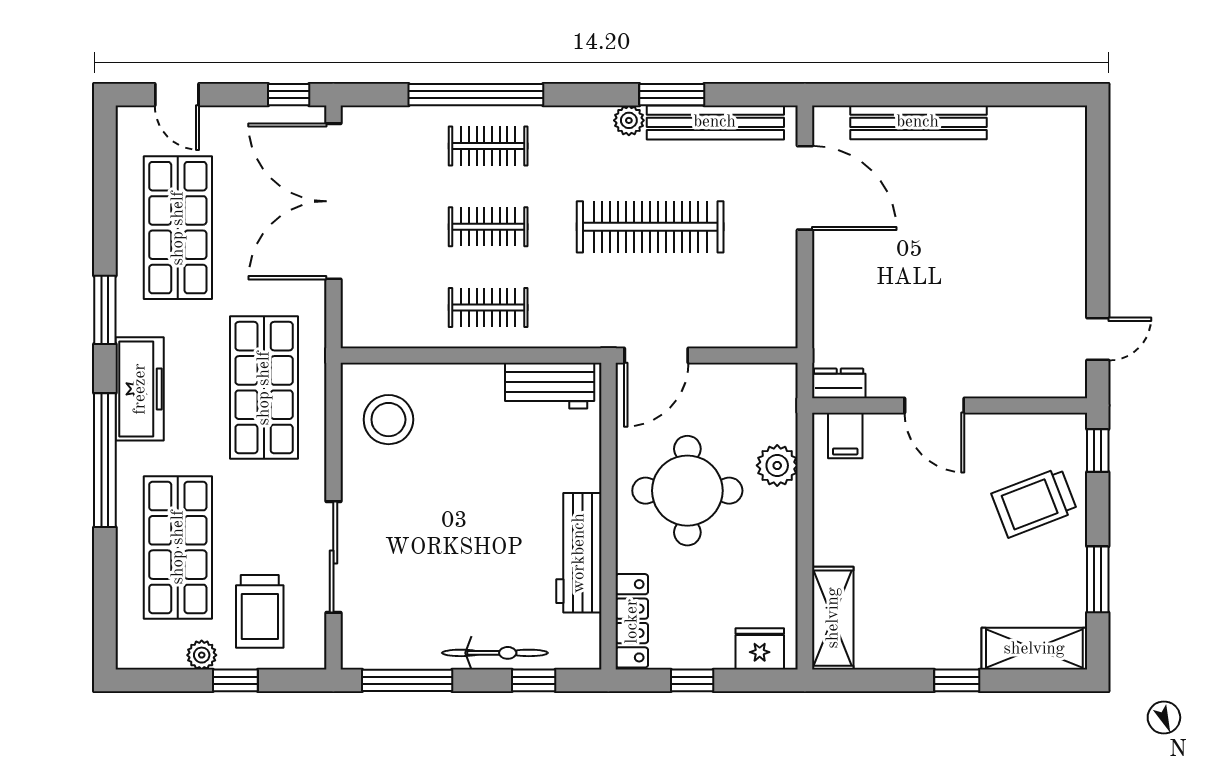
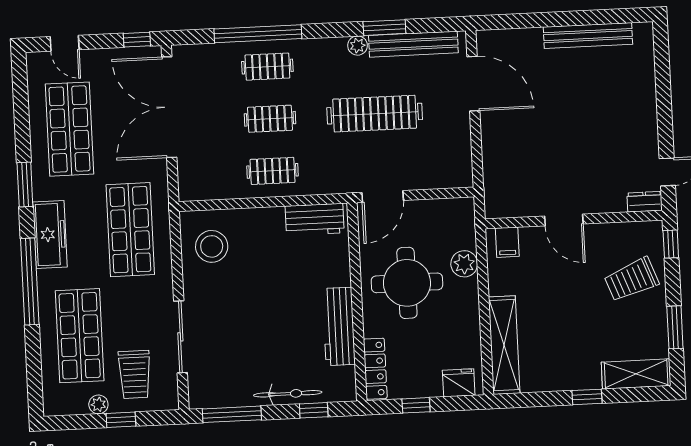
bench: (918, 122) -> (588, 36), moved
dresser: (839, 383) -> (645, 202), moved
shelving: (833, 618) -> (504, 345), width x1.47

